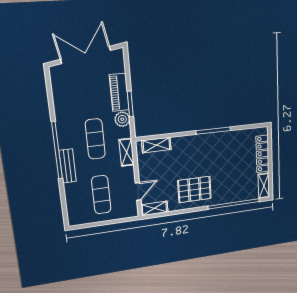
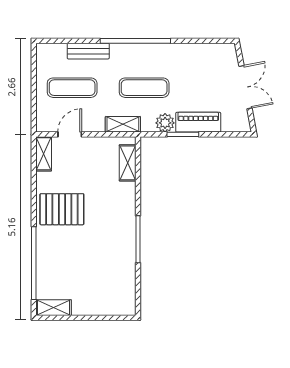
double door: (86, 55) -> (245, 87), width x0.73
locker: (262, 154) -> (99, 307), removed
bench: (68, 166) -> (88, 51), moved
pallet: (194, 189) -> (62, 209), turned 90
door: (138, 191) -> (70, 134), swing flipped

